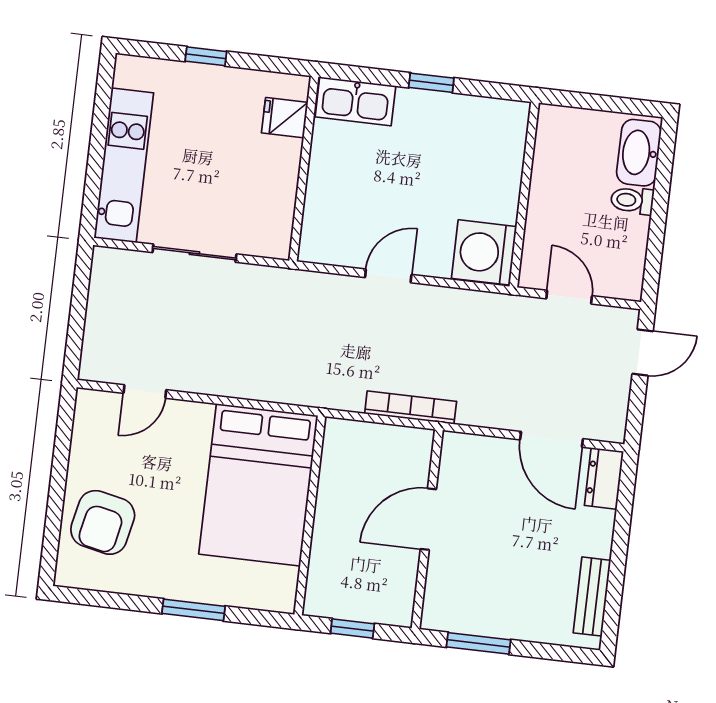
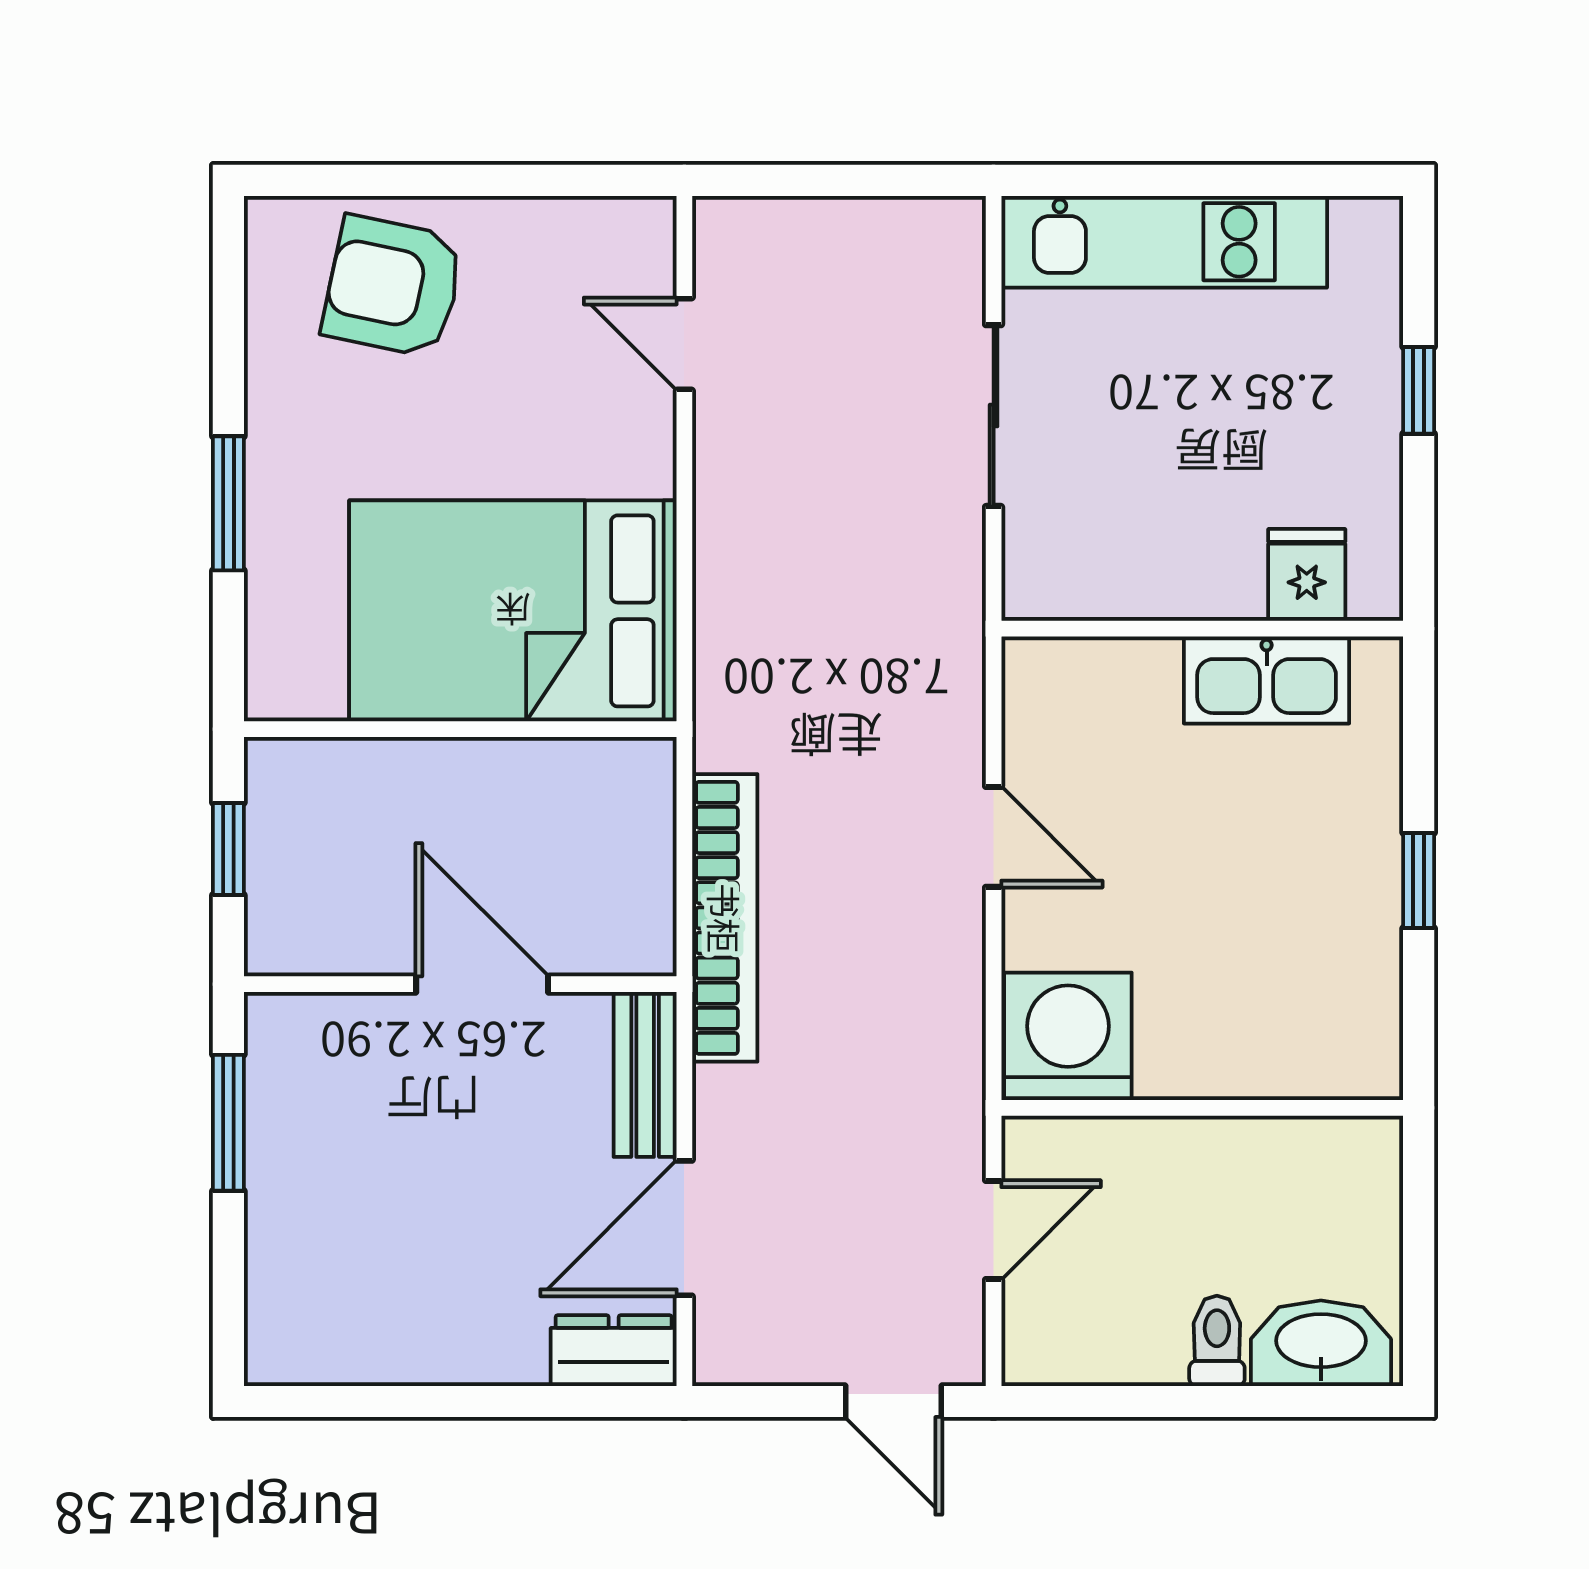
kitchen sink: (355, 101) -> (1267, 680), moved, turned -90
bookcase: (411, 408) -> (725, 918), width x1.48, depth x1.31
bench: (592, 597) -> (645, 1074), moved, turned 90

